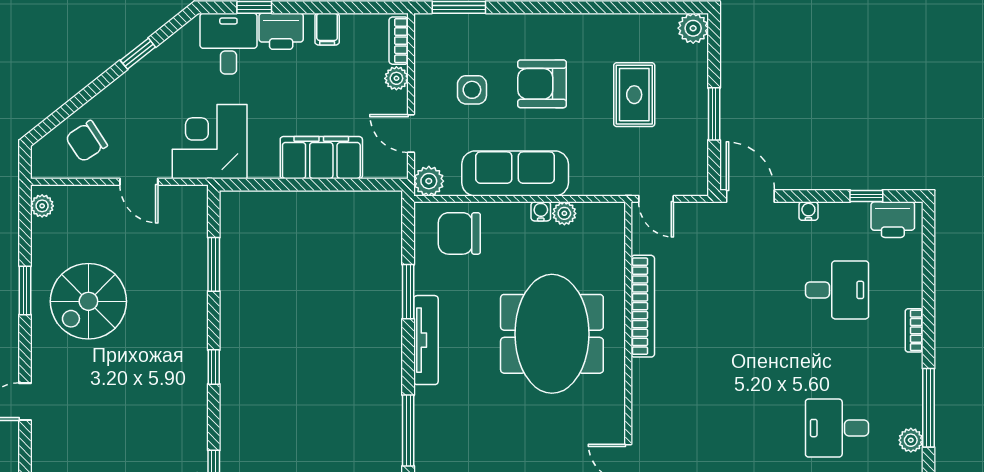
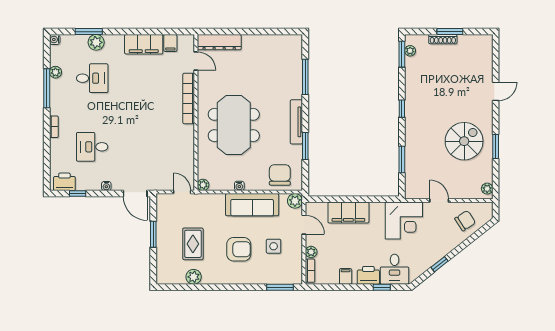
plant: (693, 28) -> (194, 277), moved
plant: (564, 213) -> (203, 185), moved
chair: (459, 233) -> (280, 175), turned -90
bookcase: (643, 306) -> (189, 98), moved

